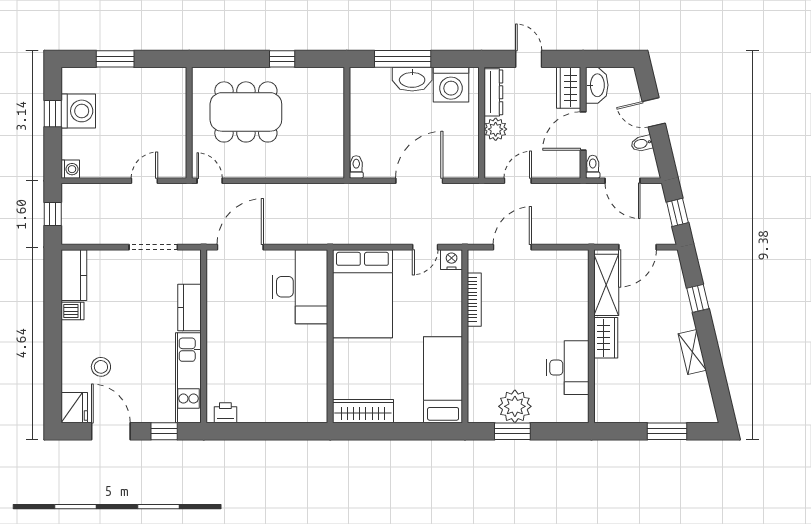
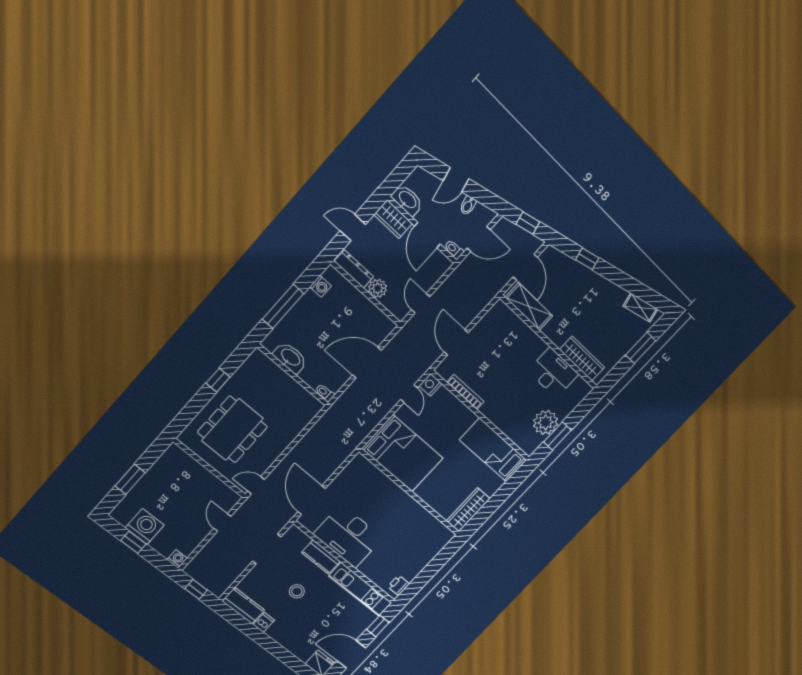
washbasin: (412, 79) -> (290, 358), moved, turned -90
washing machine: (451, 85) -> (321, 286), width x0.53, depth x0.53
door: (419, 181) -> (367, 363), hinge flipped
desk: (300, 287) -> (348, 536), moved, turned 180
wardrobe: (606, 338) -> (582, 359), moved, width x1.50
shelving: (692, 352) -> (640, 308), moved
stool: (101, 367) -> (297, 591), moved

